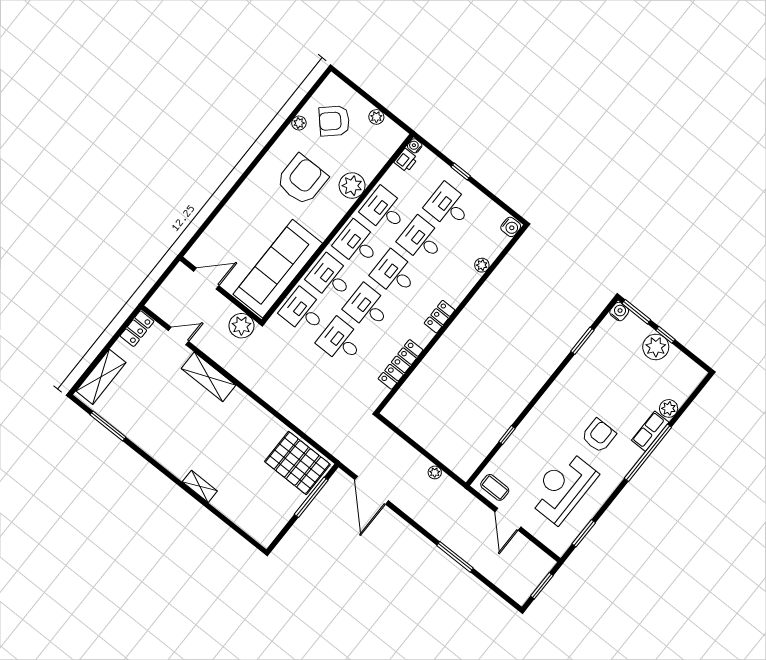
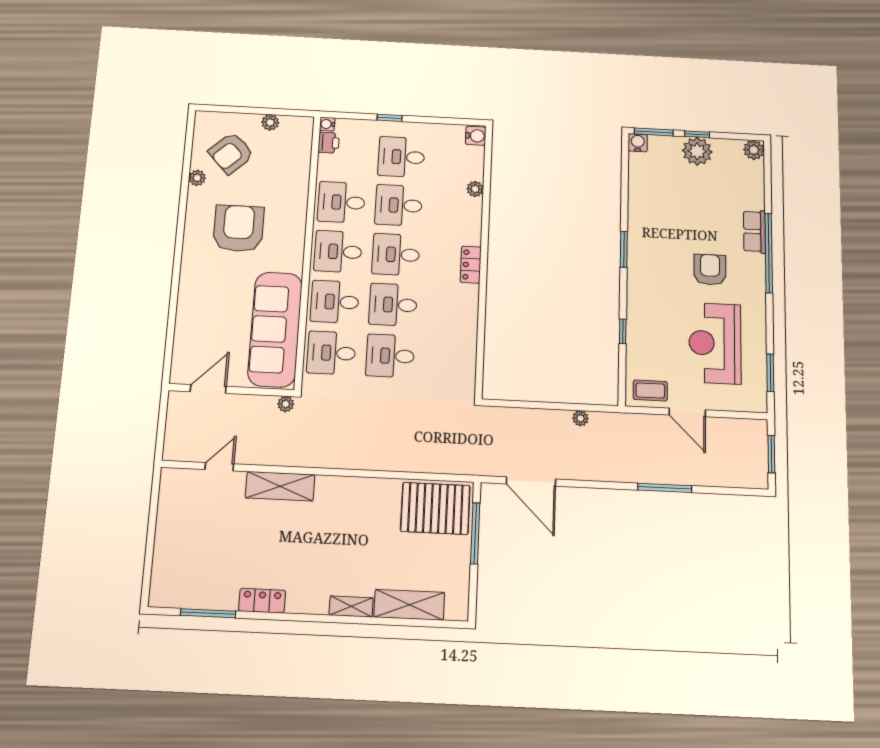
plant: (352, 186) -> (293, 201), removed
plant: (241, 326) -> (286, 404), width x0.53, depth x0.53
locker: (137, 329) -> (262, 601), moved, turned -90
window: (582, 341) -> (624, 249), moved
locker: (401, 364) -> (467, 337), removed
shelving: (101, 377) -> (409, 605), moved, turned 90
plant: (669, 408) -> (754, 150), moved

